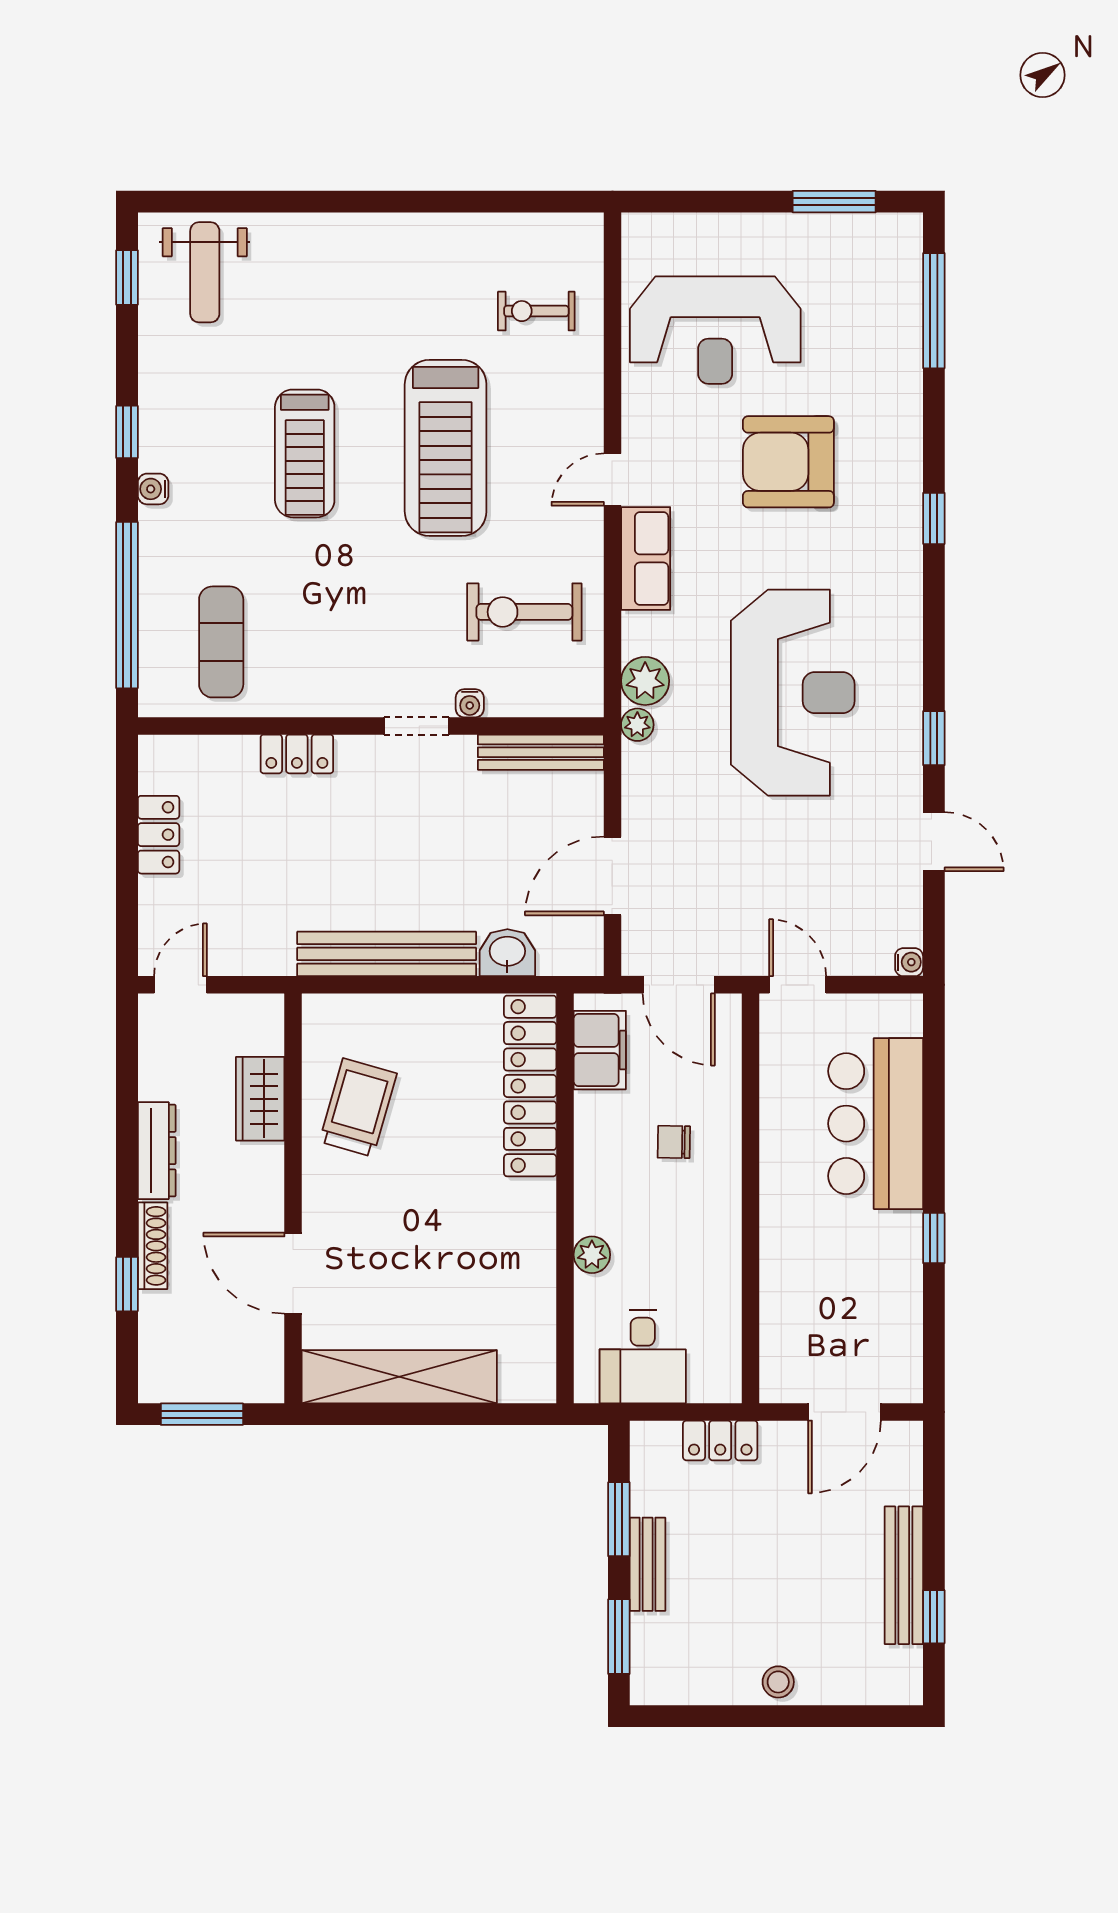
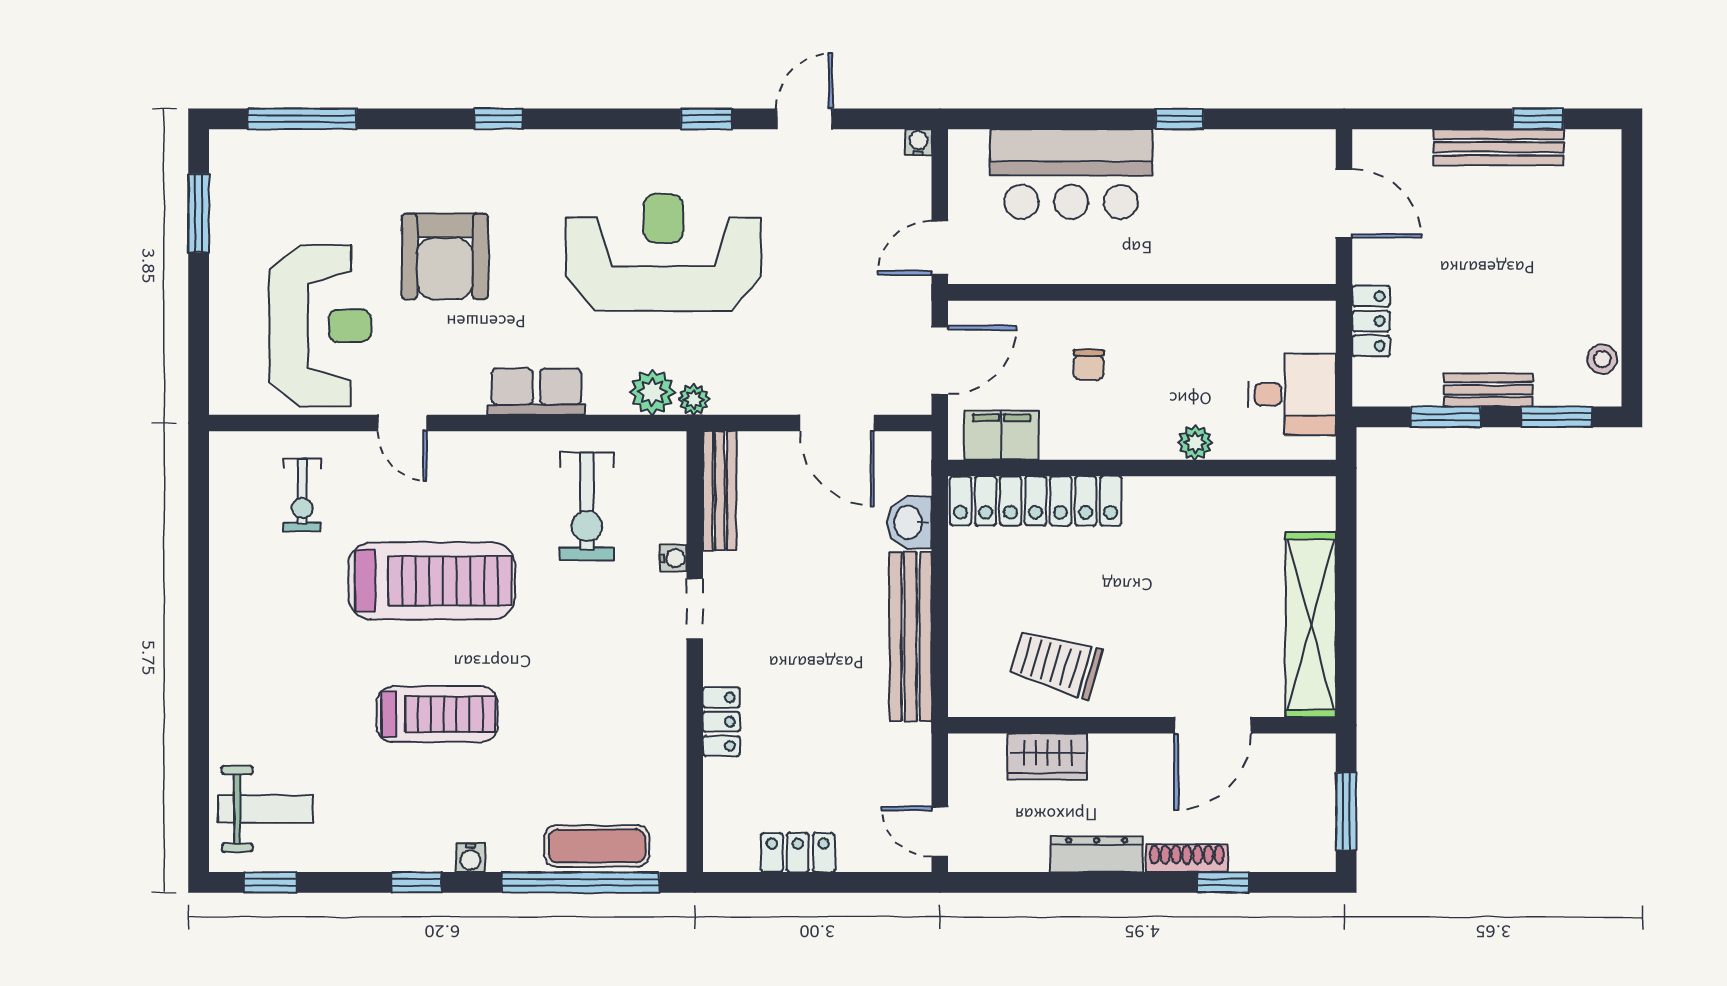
door: (612, 480) -> (402, 423), moved
exercise mat: (221, 642) -> (597, 846), moved
stool: (778, 1682) -> (1602, 359), moved

